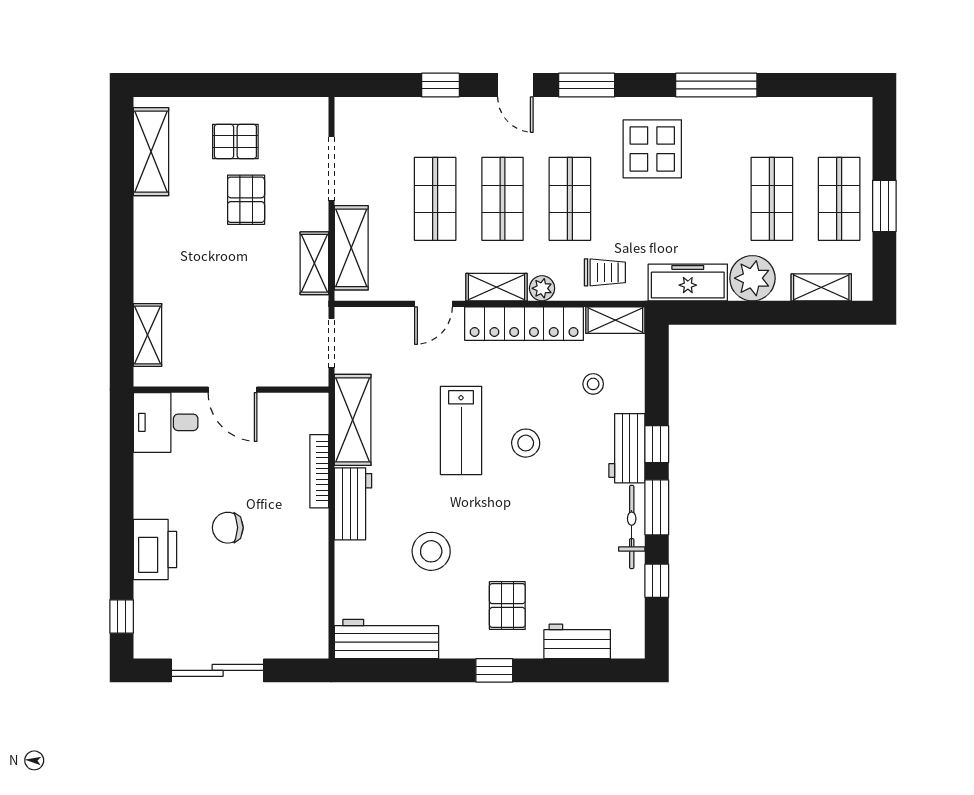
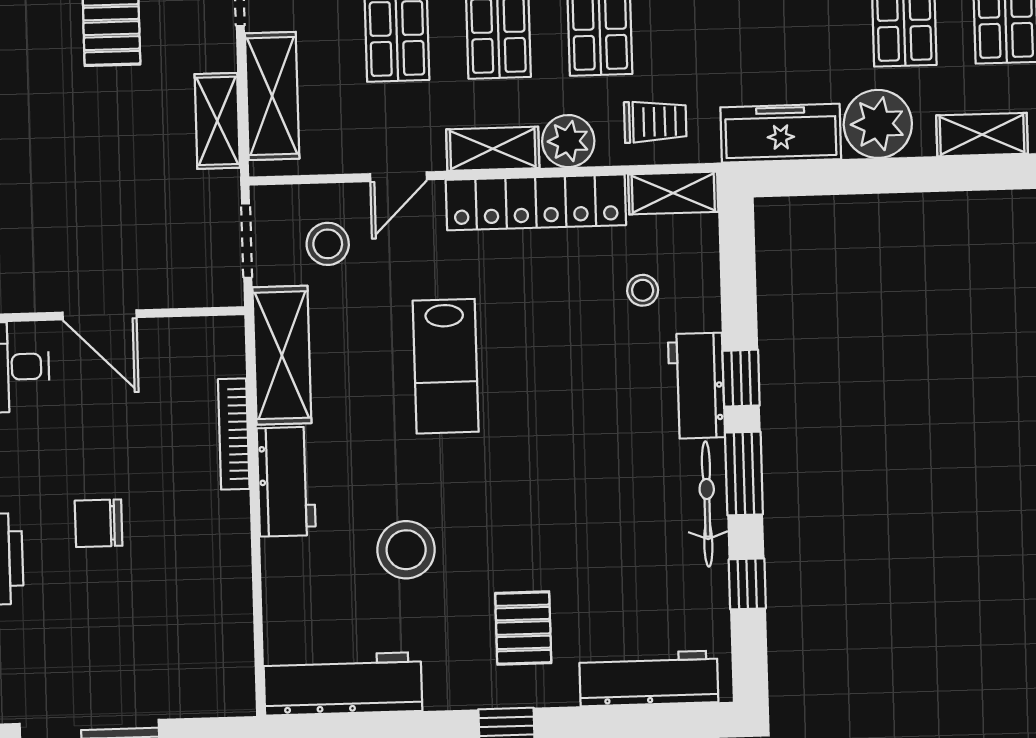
plant: (542, 288) -> (568, 141), width x1.38, depth x1.38
stool: (526, 443) -> (328, 244), moved
workbench: (577, 641) -> (649, 678), width x1.38

